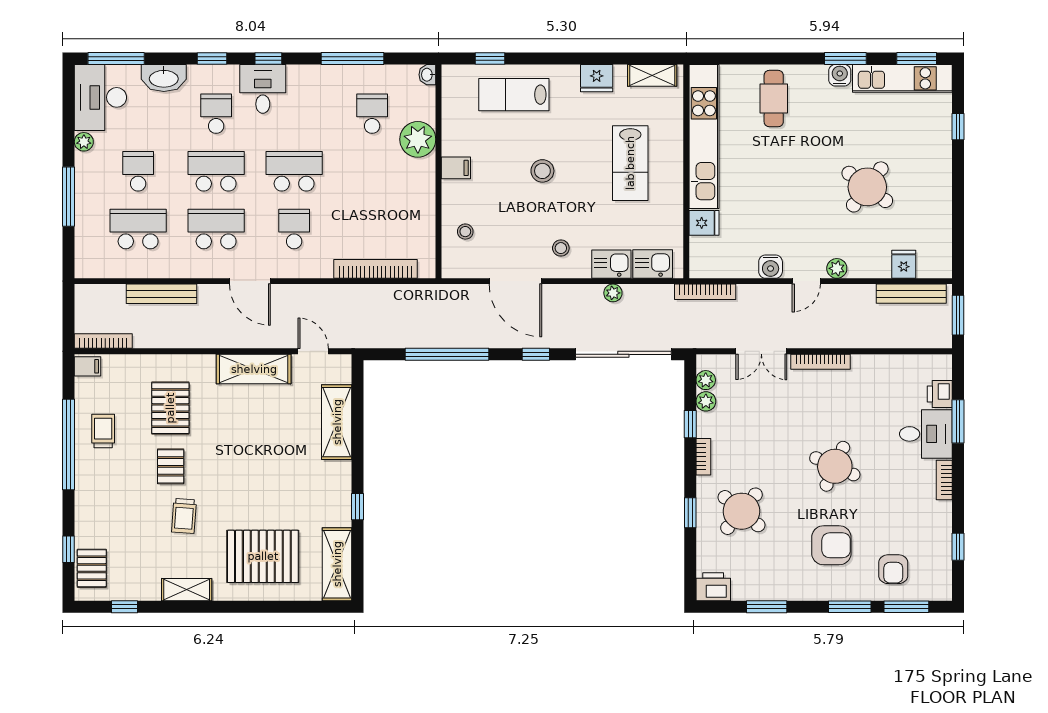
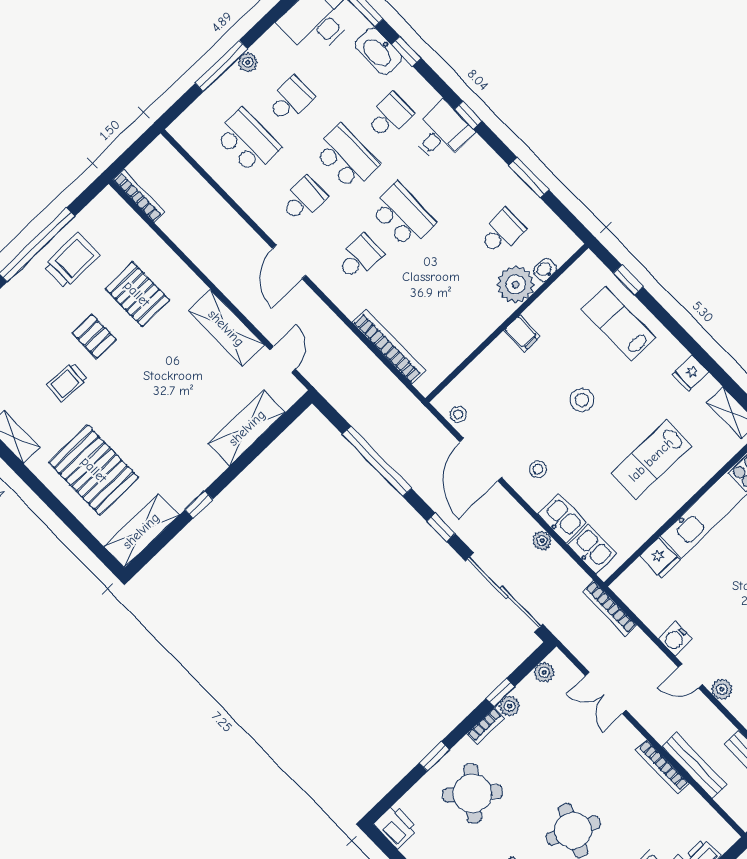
window: (212, 58) -> (406, 51), moved
window: (352, 58) -> (529, 178), width x0.69
washbasin: (427, 75) -> (545, 270), moved
fridge: (597, 78) -> (690, 373), width x0.72
plant: (84, 142) -> (248, 62), moved
school desk: (216, 229) -> (304, 199), width x0.54
stool: (465, 232) -> (458, 414), moved
bench: (161, 294) -> (694, 766), moved
bookcase: (820, 362) -> (662, 767), moved
filing cabinet: (87, 366) -> (109, 202), removed
plant: (706, 401) -> (510, 706), moved
pallet: (170, 408) -> (137, 294), turned 90
trolley: (103, 431) -> (72, 261), width x1.36, depth x1.39
pallet: (171, 466) -> (94, 336), turned 90

